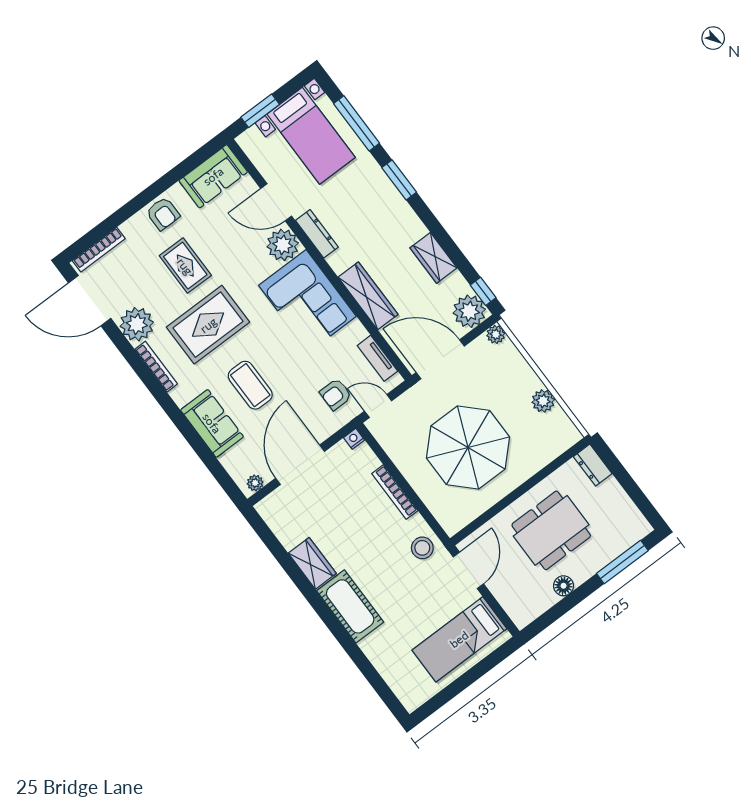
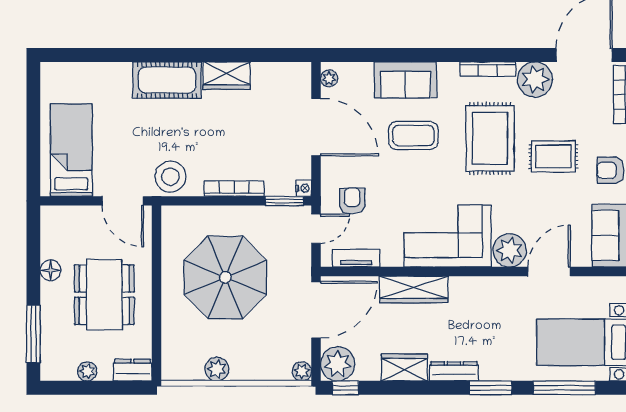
dresser: (317, 234) -> (454, 371), moved, turned 180
window: (375, 446) -> (284, 201), added
plant: (620, 499) -> (87, 371), added
stool: (422, 548) -> (170, 177), width x1.38, depth x1.38

